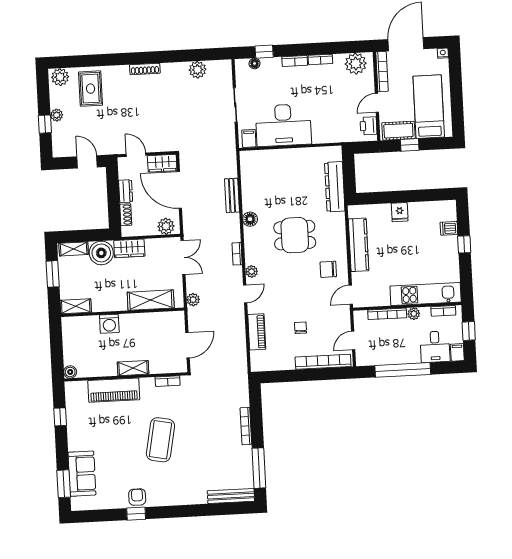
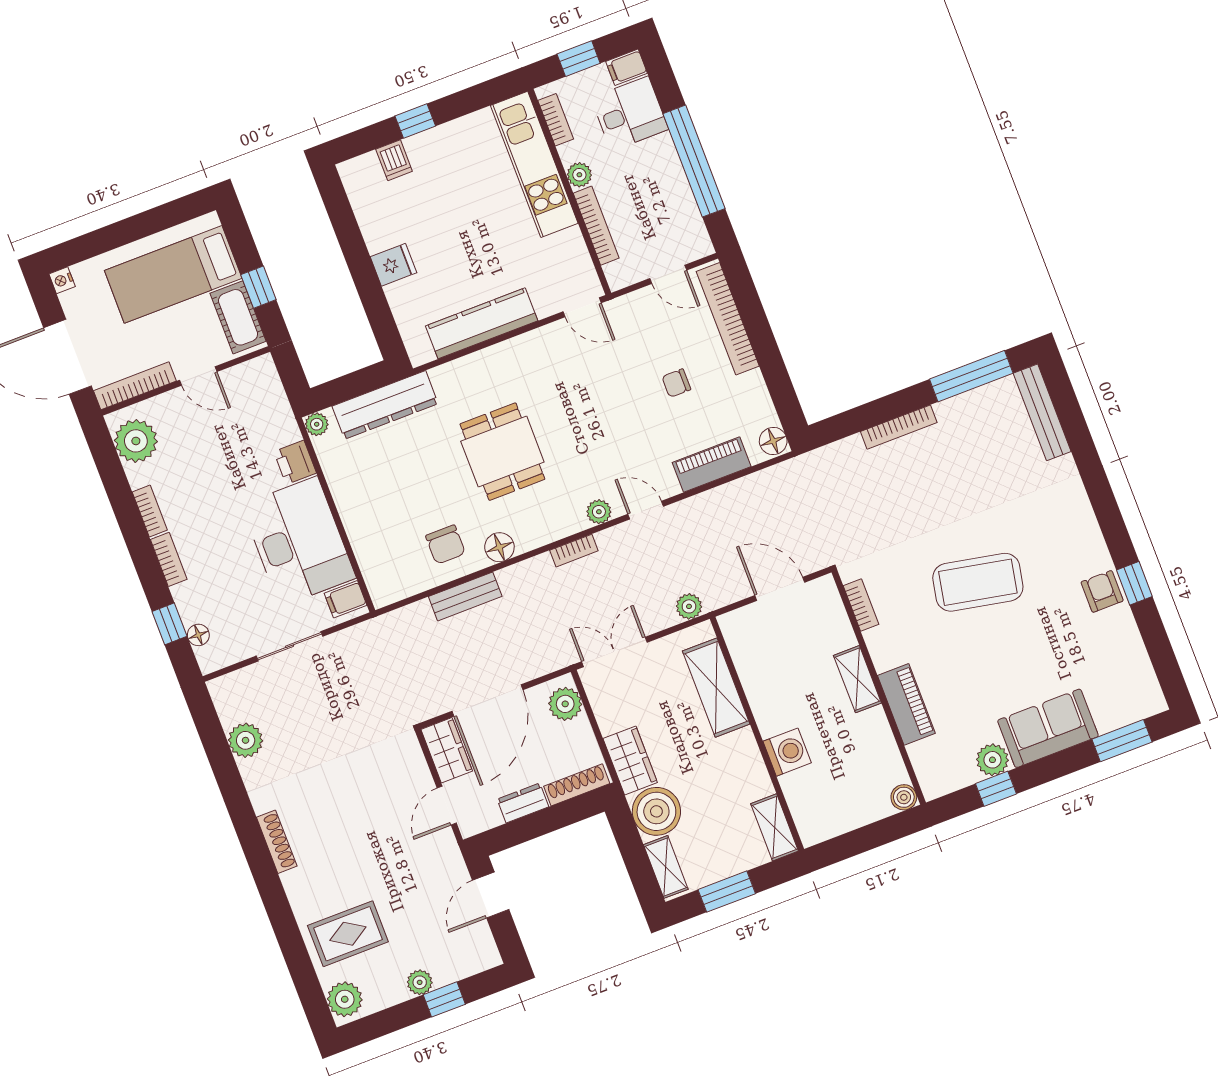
printer: (369, 126) -> (295, 462), moved, turned 90
plant: (336, 152) -> (317, 424), added
shoe rack: (126, 215) -> (577, 785), width x1.43
chair: (328, 269) -> (446, 545), moved
floor lamp: (258, 365) -> (773, 441), added
piano: (114, 390) -> (906, 704), width x0.73, depth x0.75
plant: (74, 420) -> (992, 760), added
sofa: (82, 474) -> (1048, 728), moved
armchair: (137, 497) -> (1102, 591), turned 90

